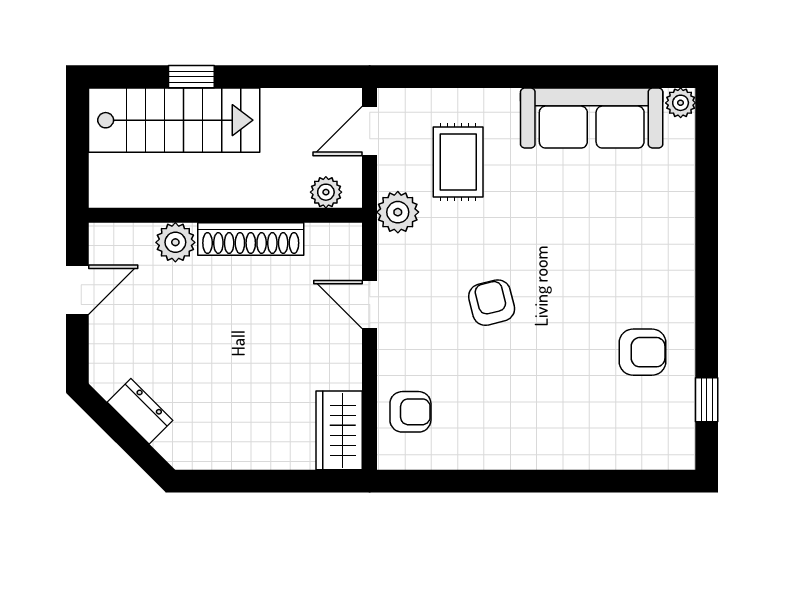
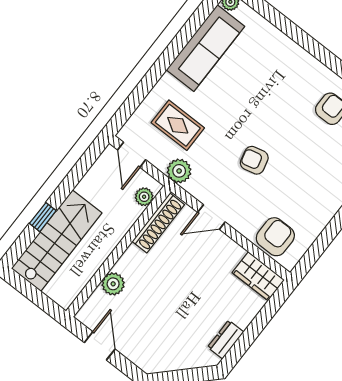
shoe rack: (251, 239) -> (158, 223), moved
dresser: (140, 411) -> (226, 340), moved, turned -45
armchair: (410, 412) -> (275, 237), width x1.38, depth x1.38

